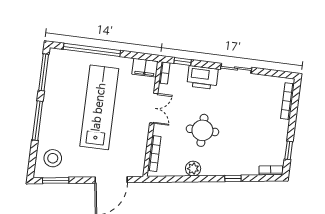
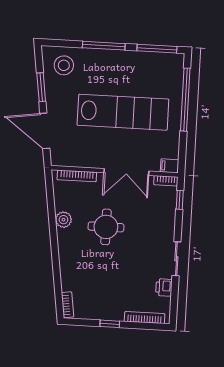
filing cabinet: (145, 68) -> (170, 166), width x0.50
printer: (202, 78) -> (164, 287), moved, width x0.53, depth x0.68
double door: (154, 108) -> (126, 172), width x1.37
window: (289, 150) -> (110, 324), moved
window: (233, 178) -> (56, 264), removed
window: (56, 180) -> (41, 87), moved

